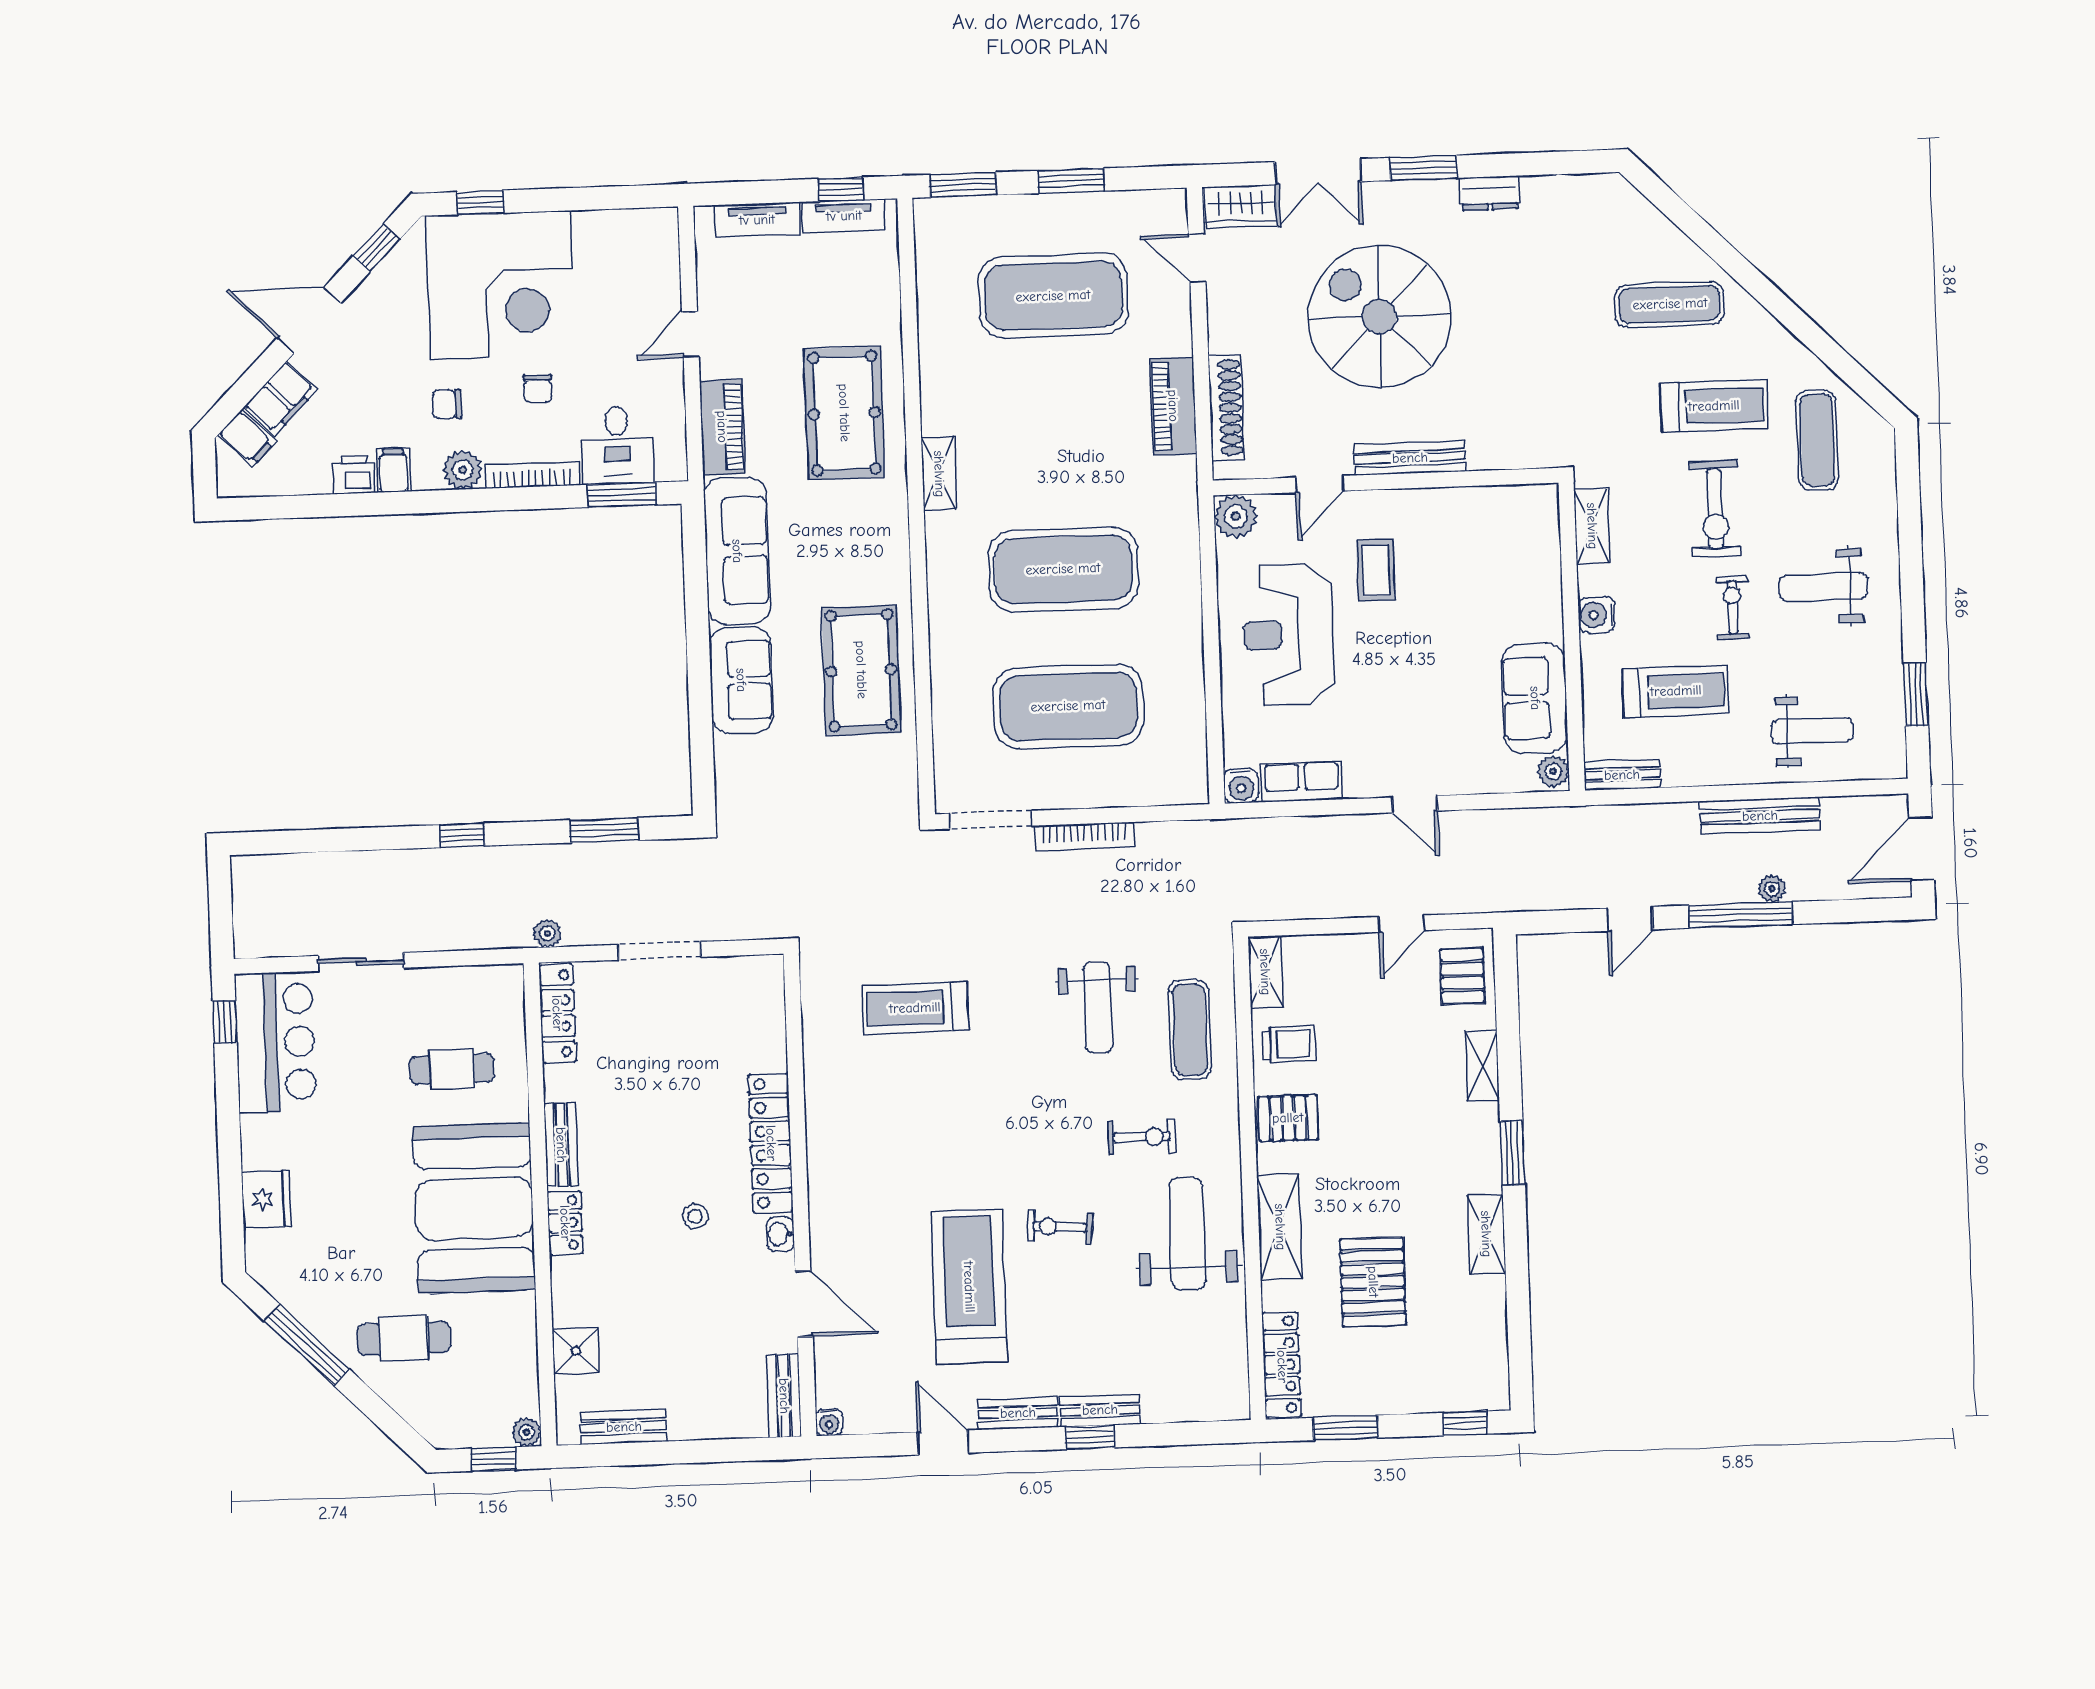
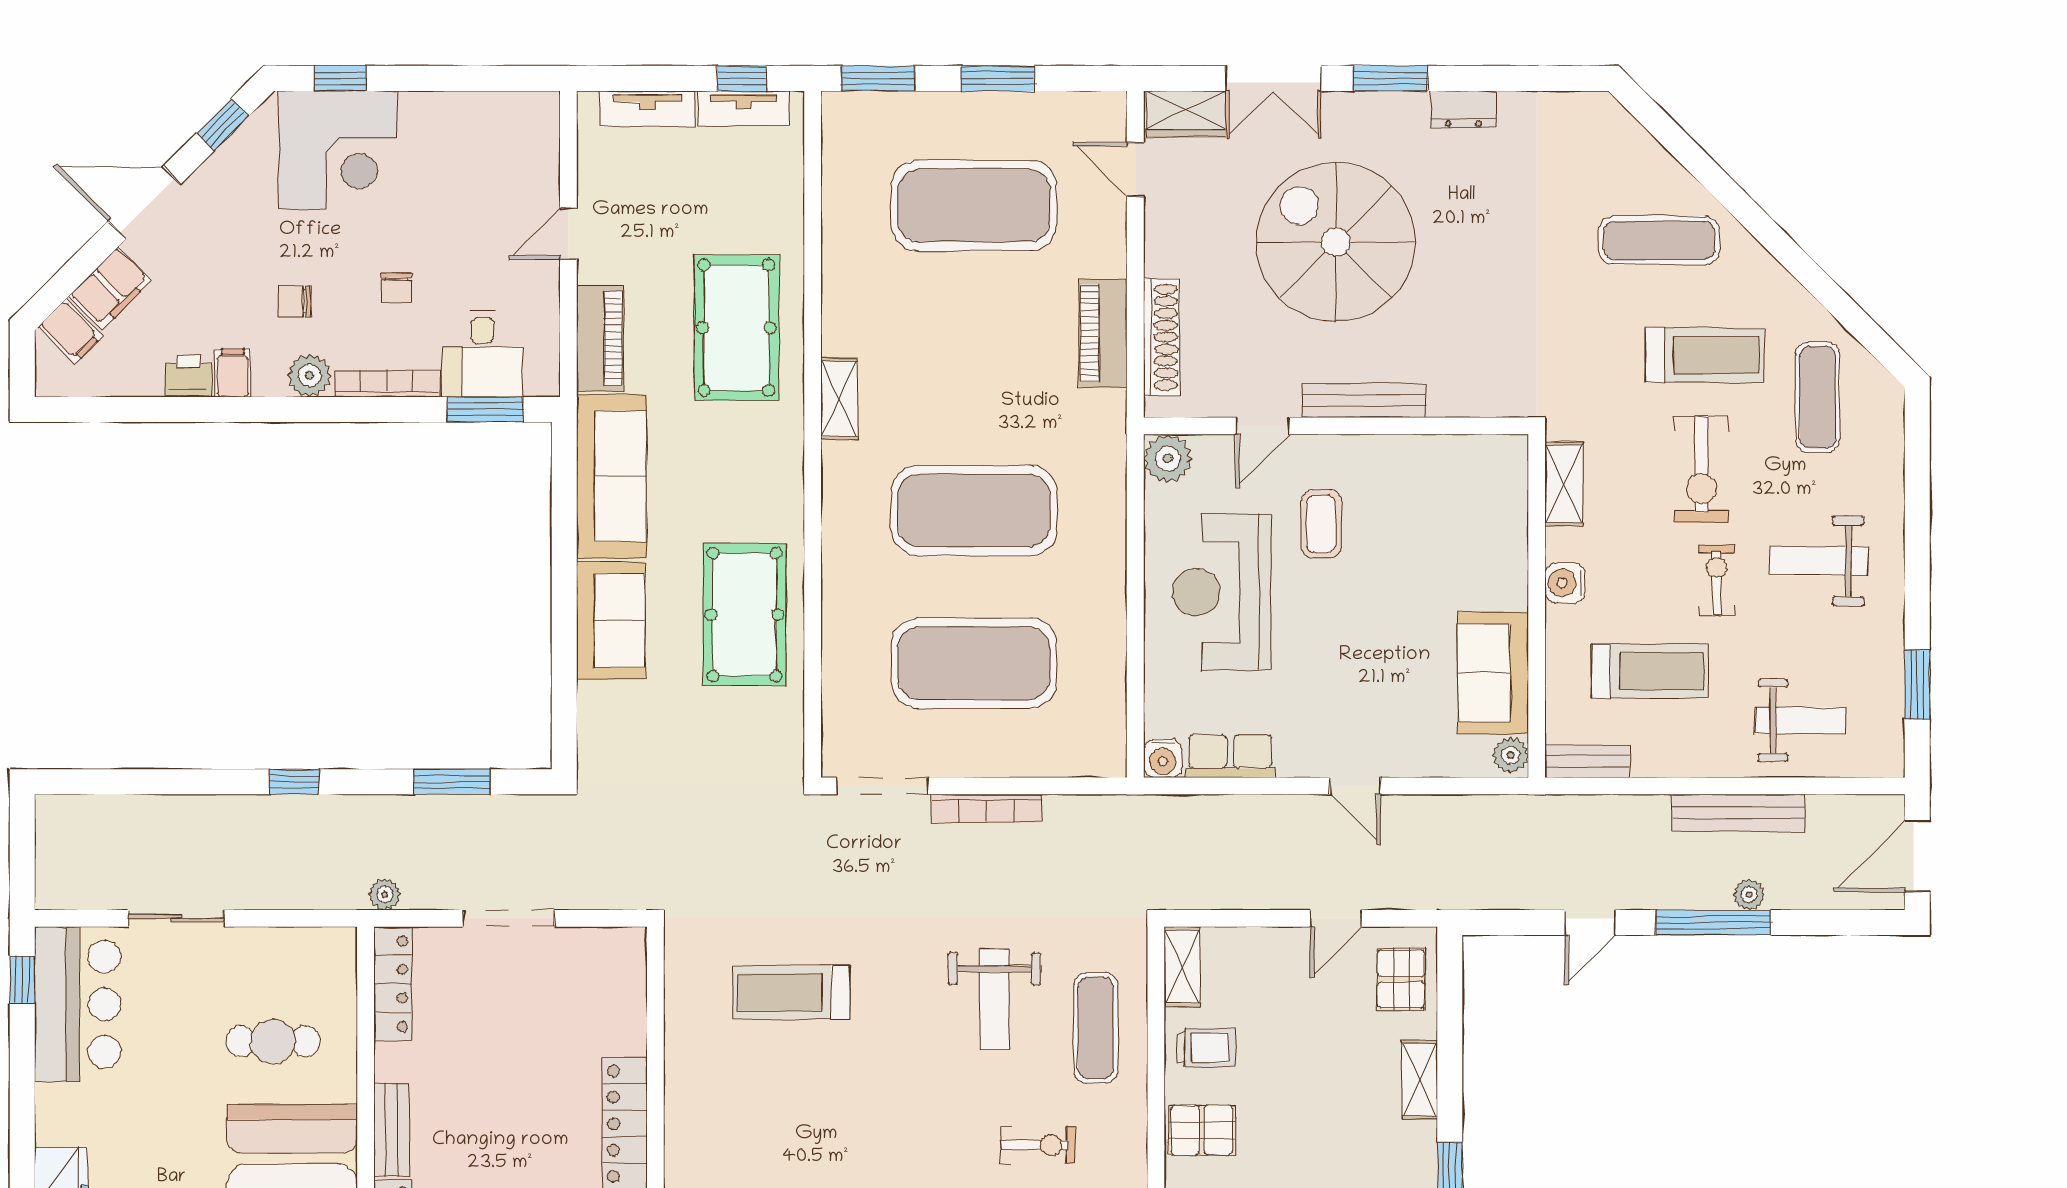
corner desk: (500, 285) -> (338, 150), width x0.74, depth x0.74

